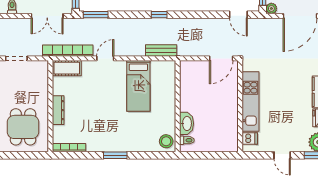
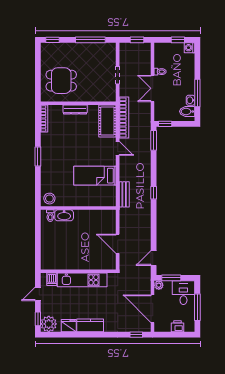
double door: (47, 16) -> (153, 88), moved
cot: (67, 68) -> (107, 121), width x1.37, depth x1.34
kitchen unit: (250, 102) -> (82, 280), moved
wall: (240, 106) -> (78, 271), moved
dishwasher: (250, 138) -> (52, 279), moved

